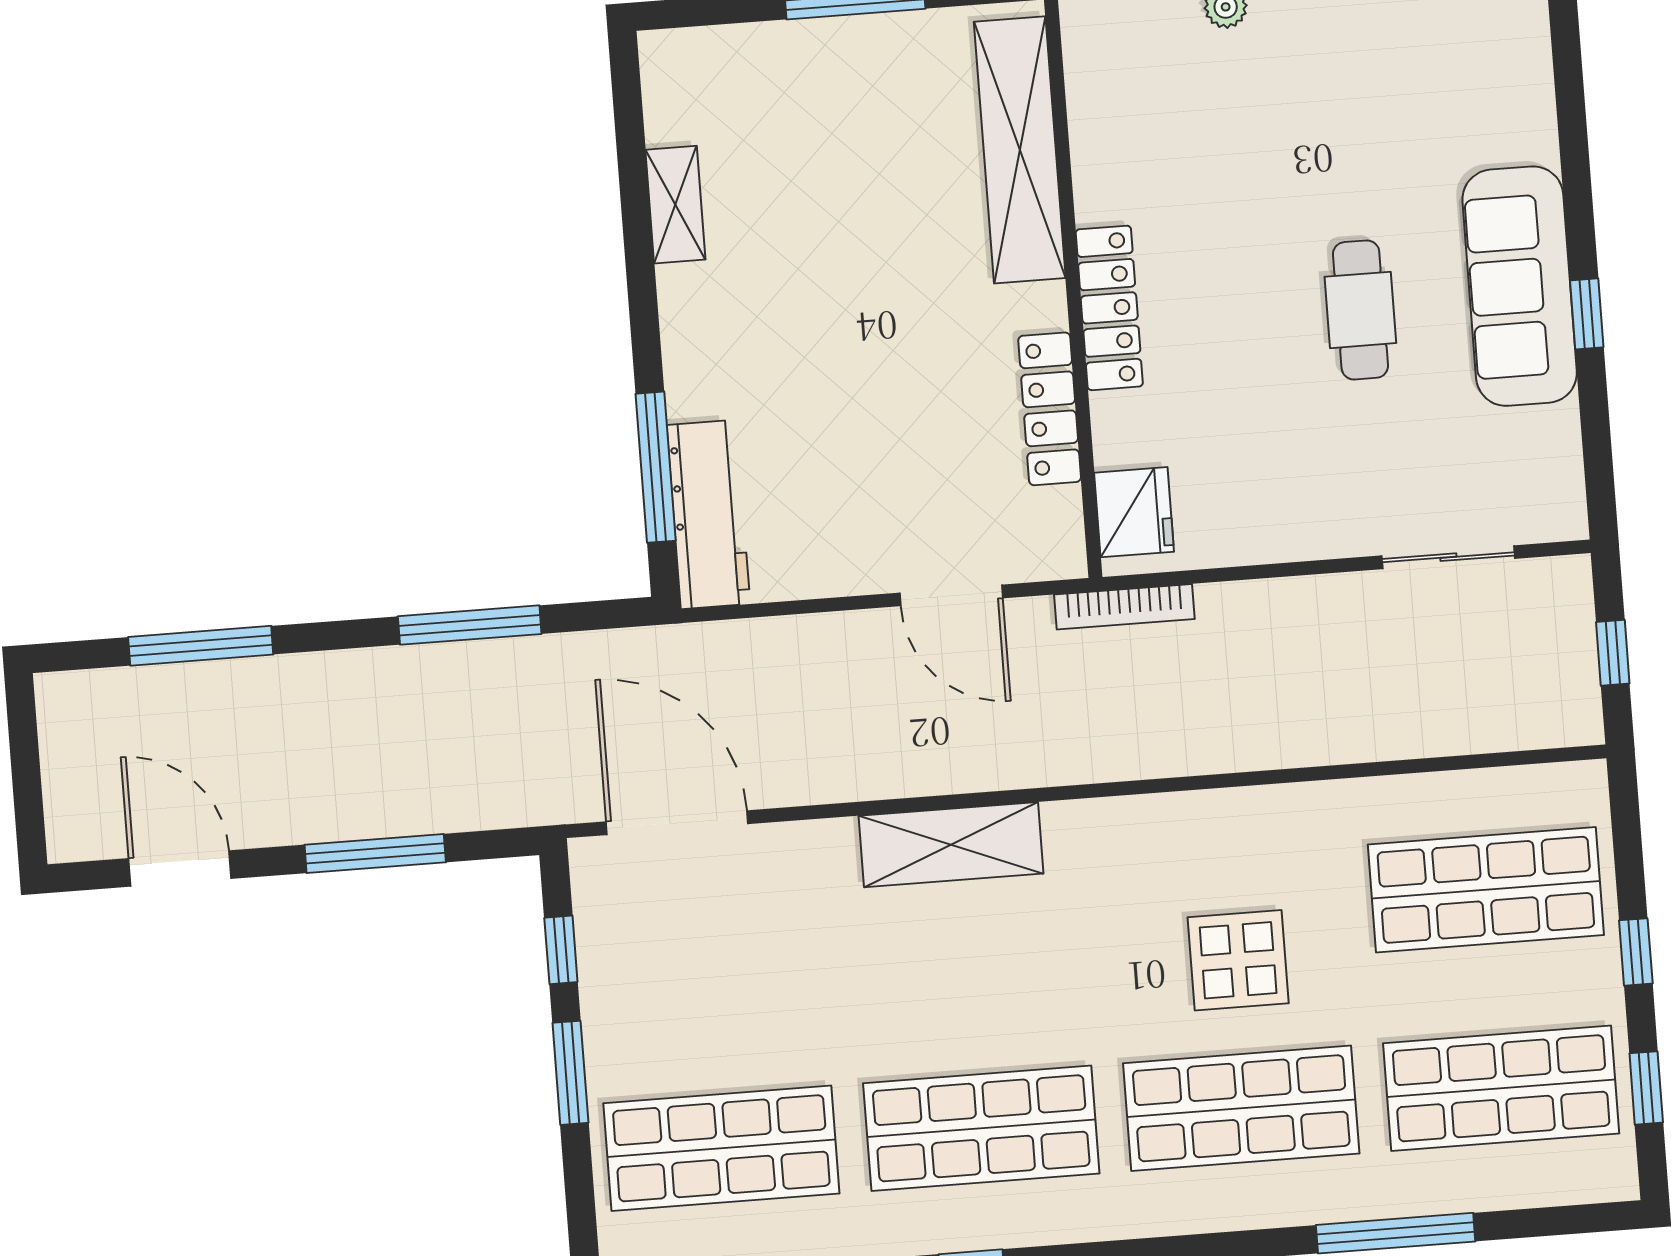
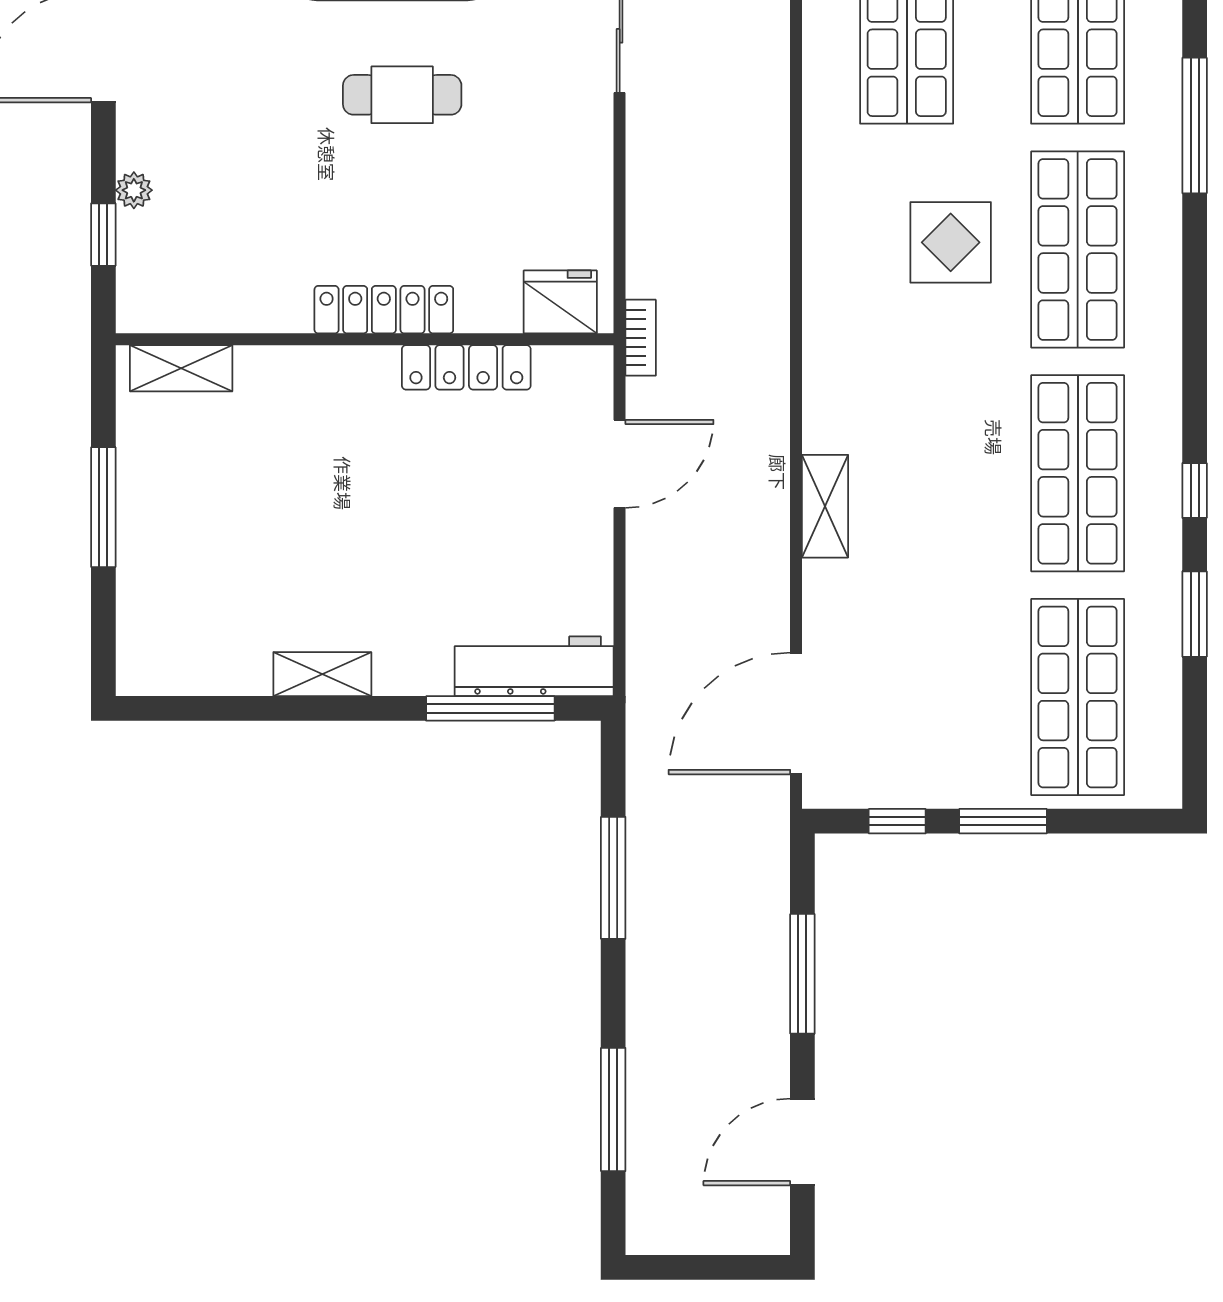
shelving: (1020, 150) -> (181, 368), width x0.45, depth x0.75
shelving: (675, 205) -> (322, 674), moved
bookcase: (1124, 607) -> (641, 338), width x0.64
shelving: (951, 845) -> (825, 506), width x0.67, depth x0.75

